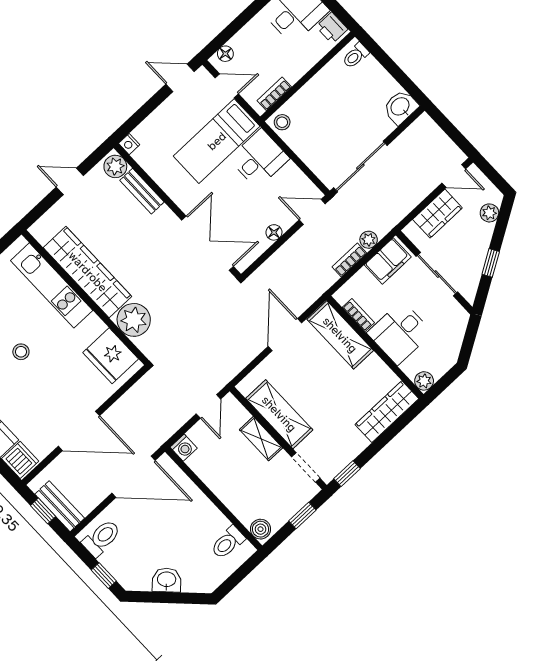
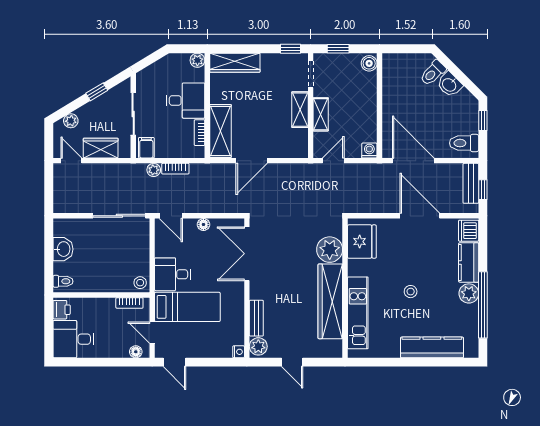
washbasin: (400, 107) -> (63, 249), moved, turned -90
filing cabinet: (388, 261) -> (146, 148), width x0.50
shelving: (279, 414) -> (300, 110), width x0.67, depth x0.75
toilet: (228, 543) -> (433, 73), moved, turned 135

